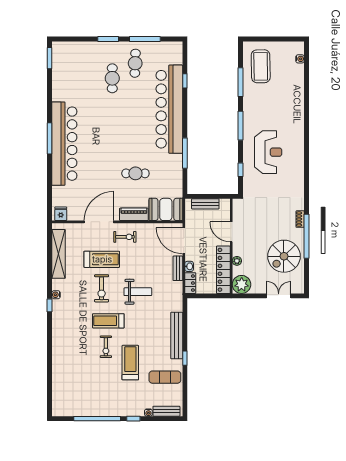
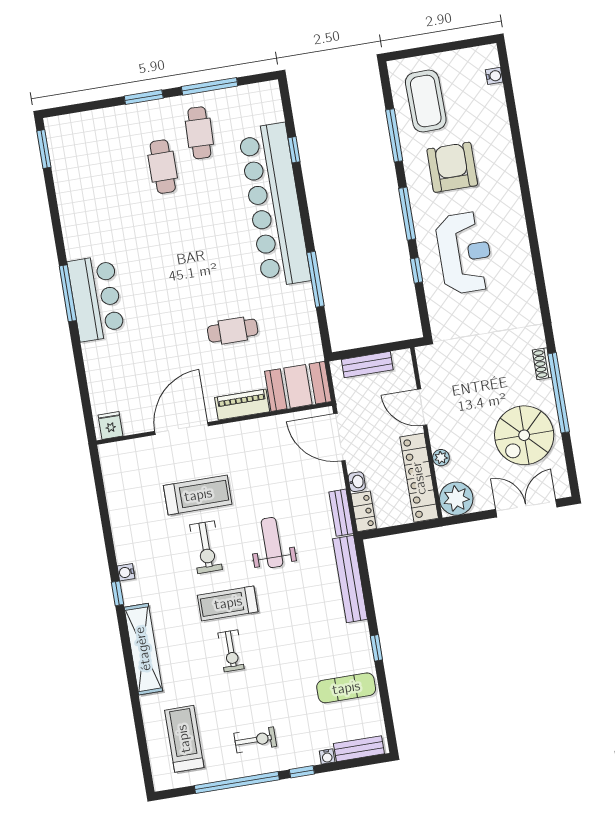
armchair: (269, 105) -> (452, 167), added
bar counter: (64, 144) -> (96, 298), width x0.54
window: (240, 170) -> (417, 270), moved
exercise bike: (125, 237) -> (255, 740), moved
shelving: (58, 254) -> (143, 649), moved
bench: (178, 268) -> (341, 513), moved
weight bench: (138, 292) -> (272, 543), turned -90
double door: (279, 296) -> (526, 508), width x1.37
bench: (177, 335) -> (350, 579), moved
treadmill: (130, 363) -> (184, 739), moved

